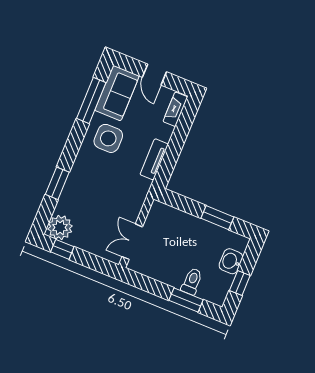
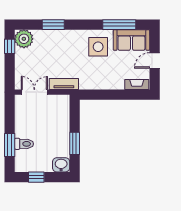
tv unit: (154, 159) -> (64, 84), moved
washbasin: (231, 261) -> (61, 165), moved

